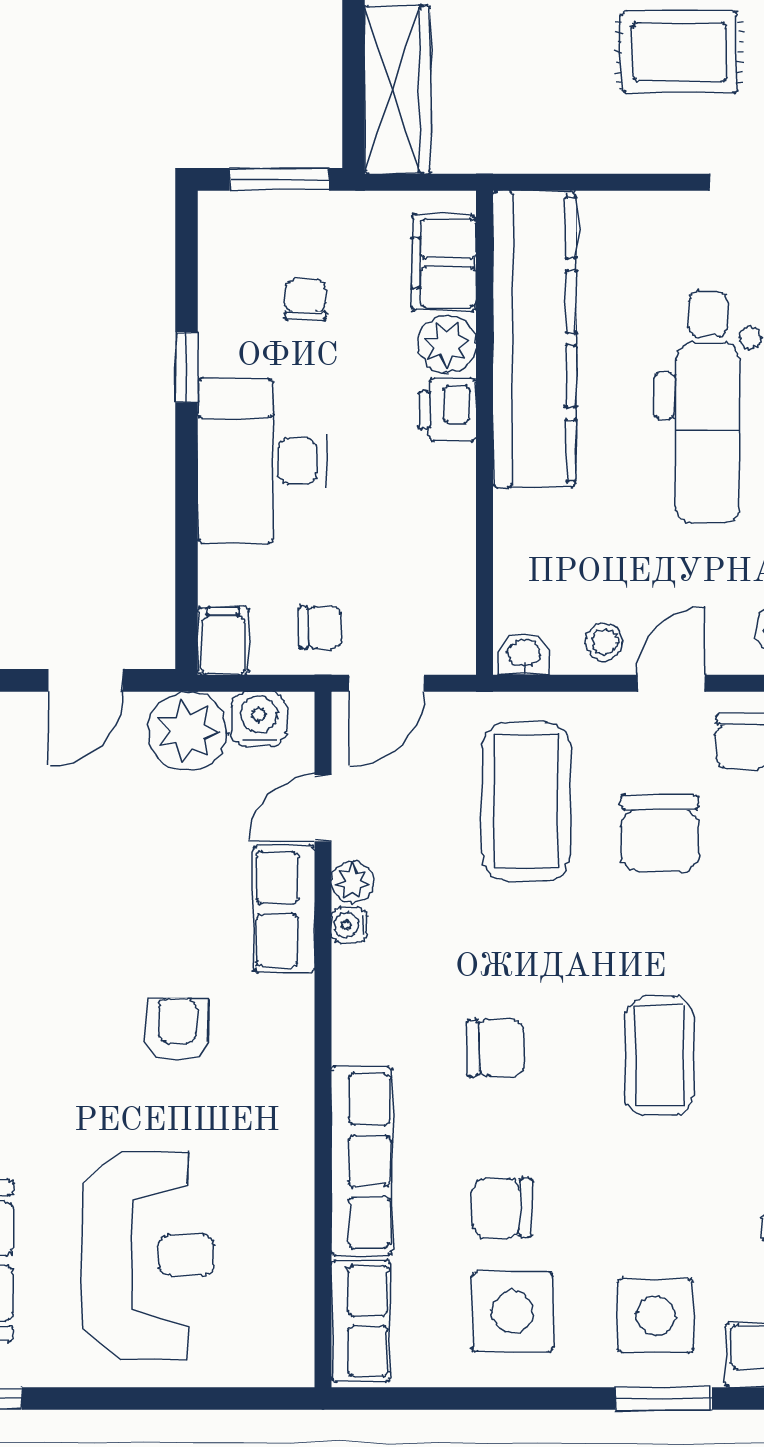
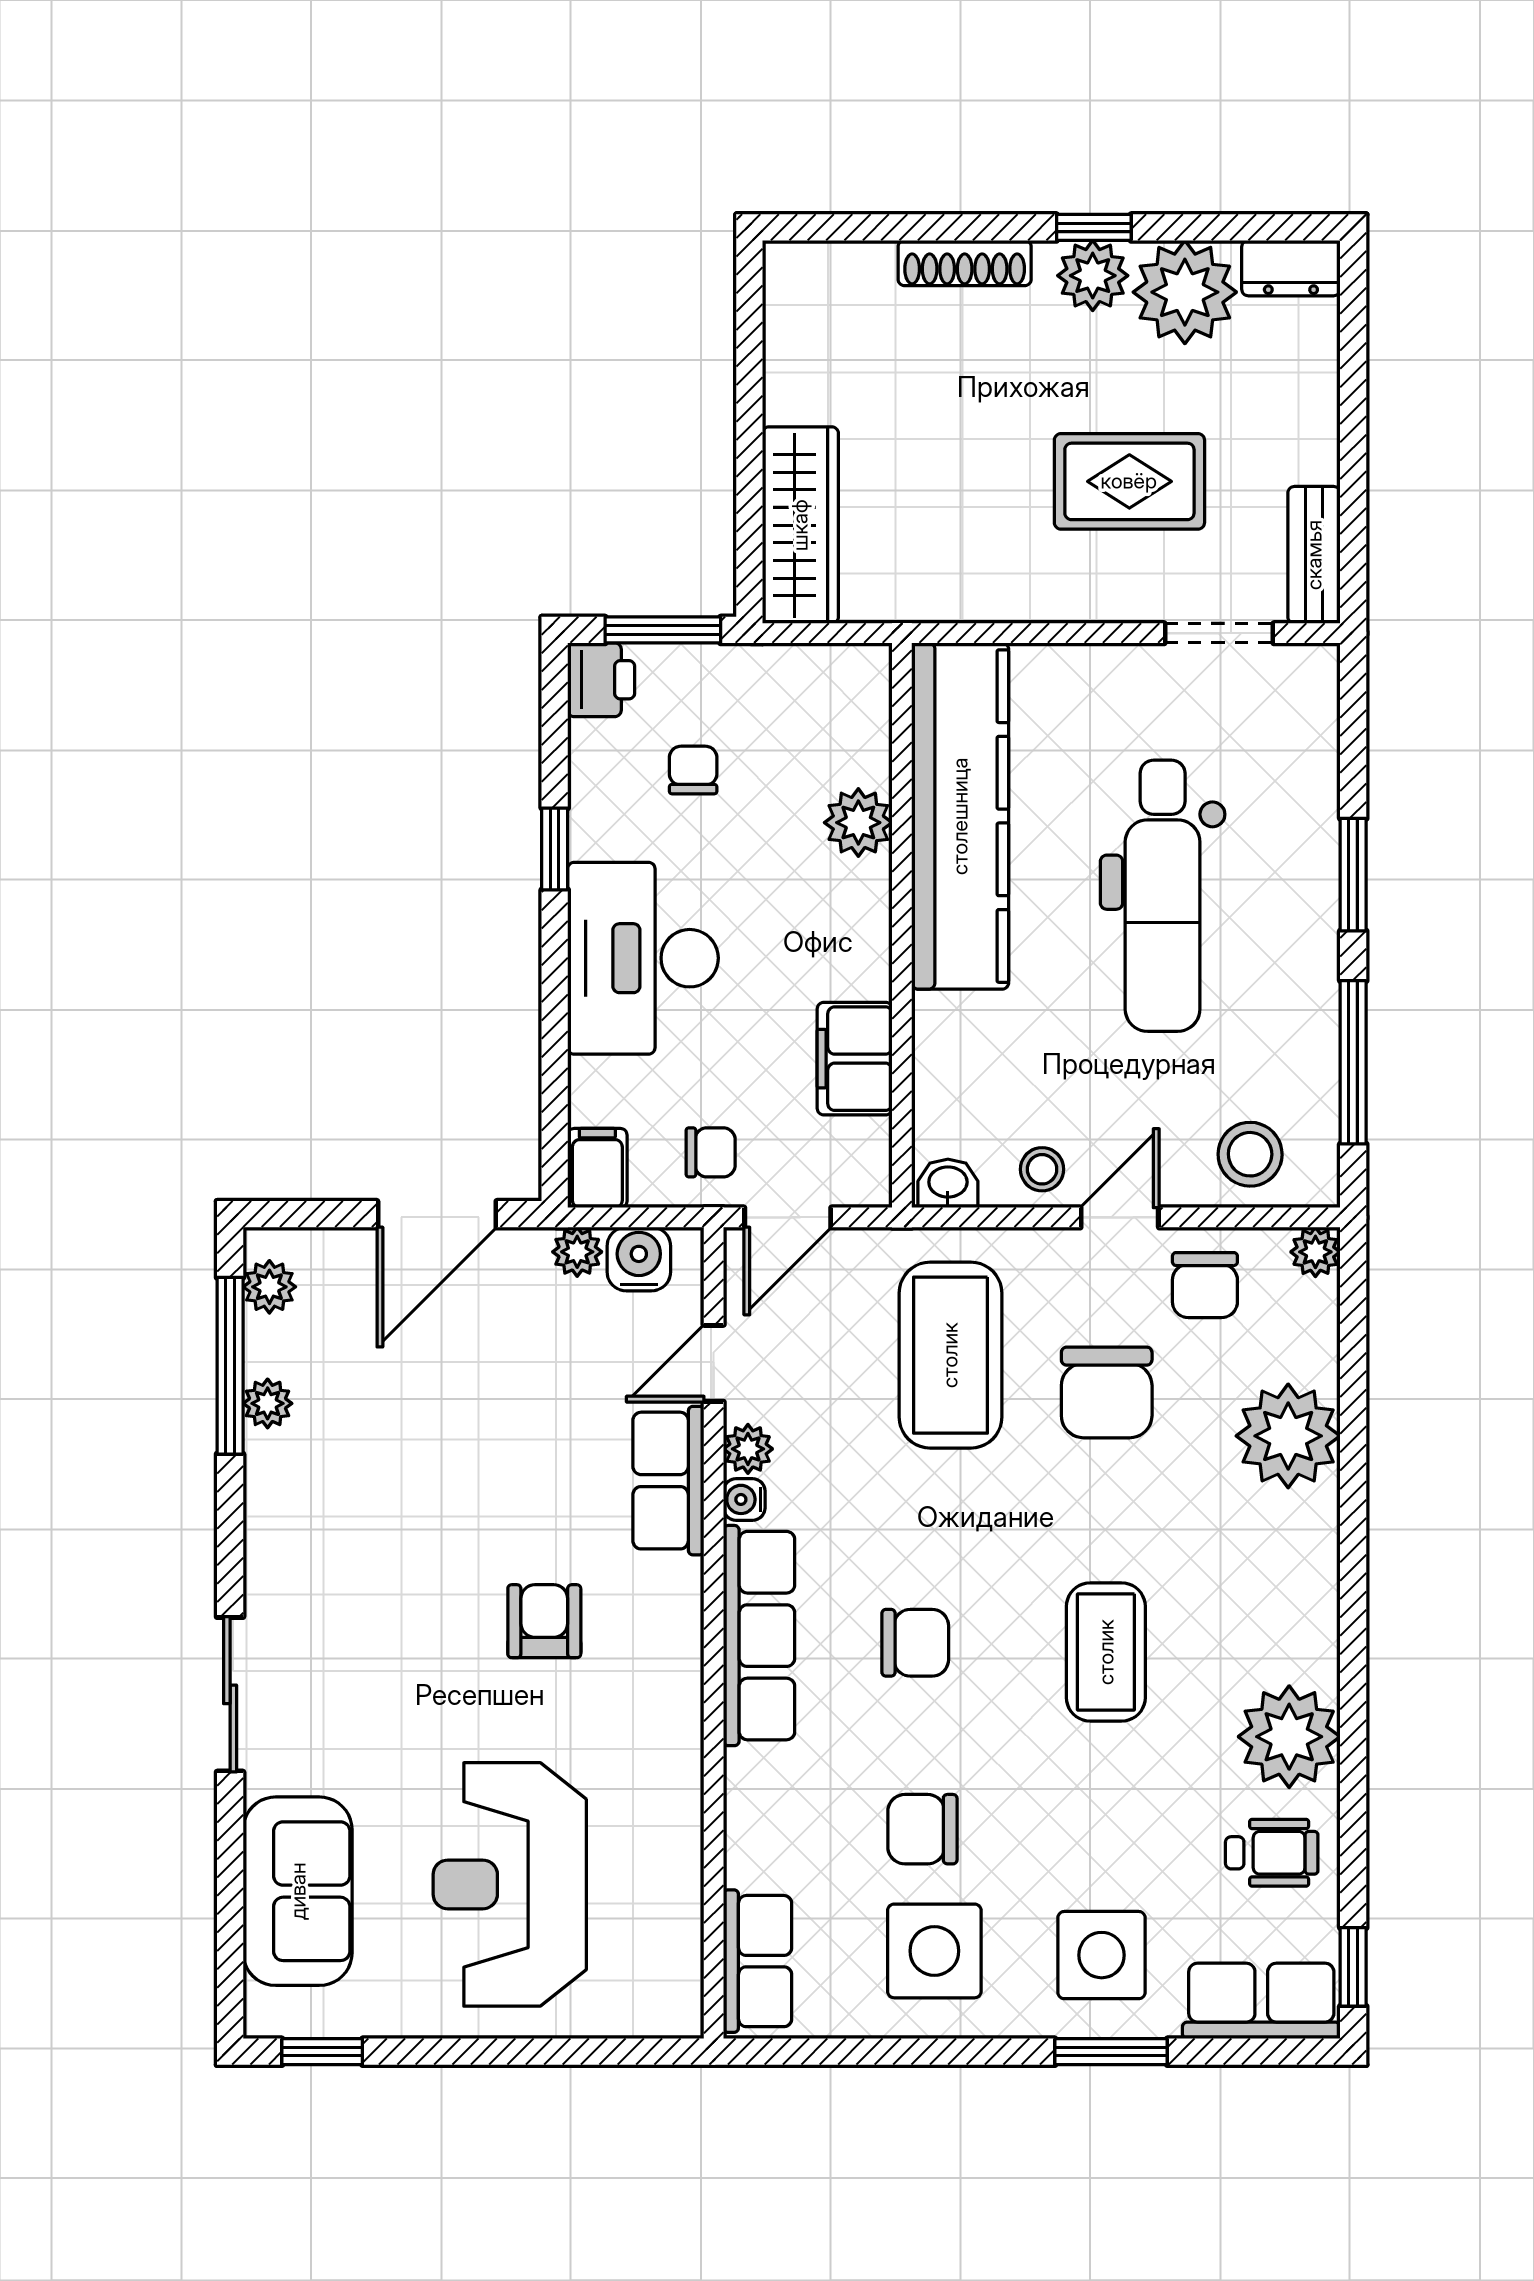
filing cabinet: (444, 263) -> (855, 1059), moved
printer: (447, 410) -> (601, 680), moved, turned 180
door: (86, 680) -> (437, 1214), width x1.37
plant: (187, 731) -> (577, 1252), width x0.53, depth x0.53
row of seats: (362, 1161) -> (759, 1636), moved
reception desk: (148, 1255) -> (510, 1884), turned 180

